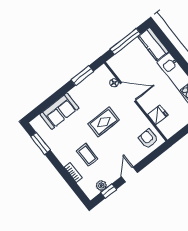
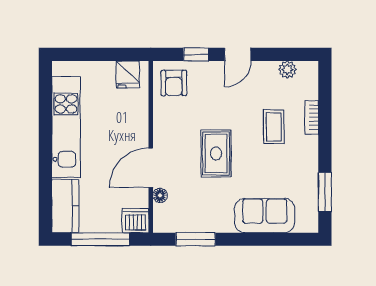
dishwasher: (116, 63) -> (135, 221), added
door: (128, 92) -> (151, 168), hinge flipped
fridge: (158, 115) -> (128, 74), moved, turned -90
rug: (104, 122) -> (216, 153), turned 90
window: (109, 191) -> (196, 54), moved

